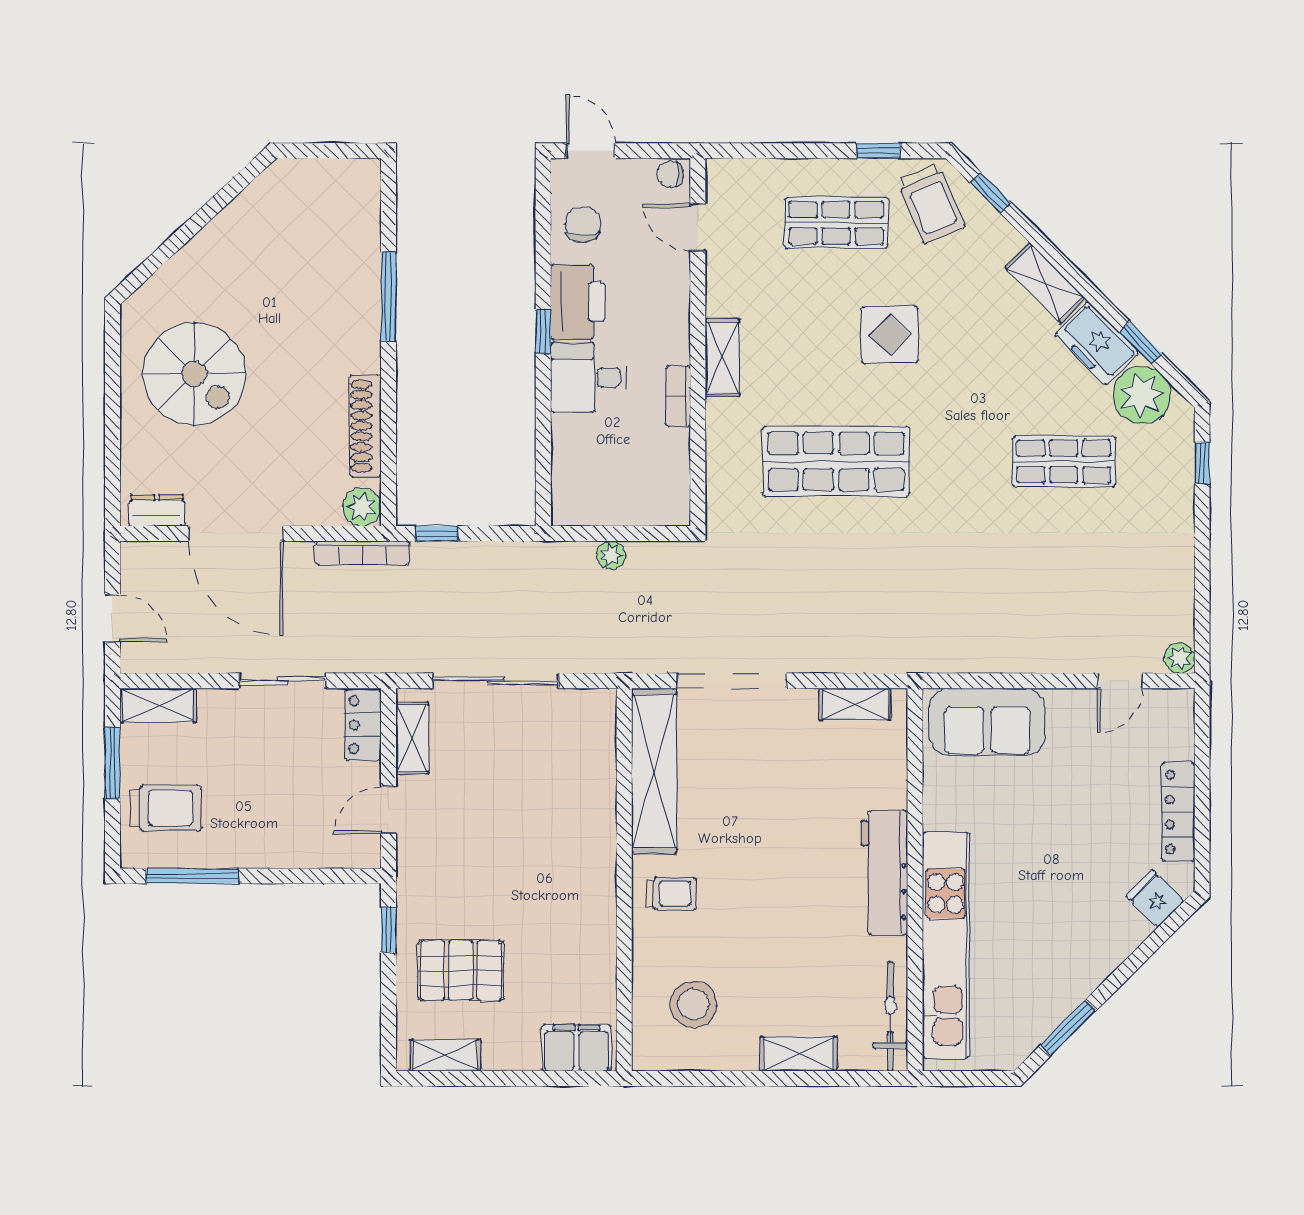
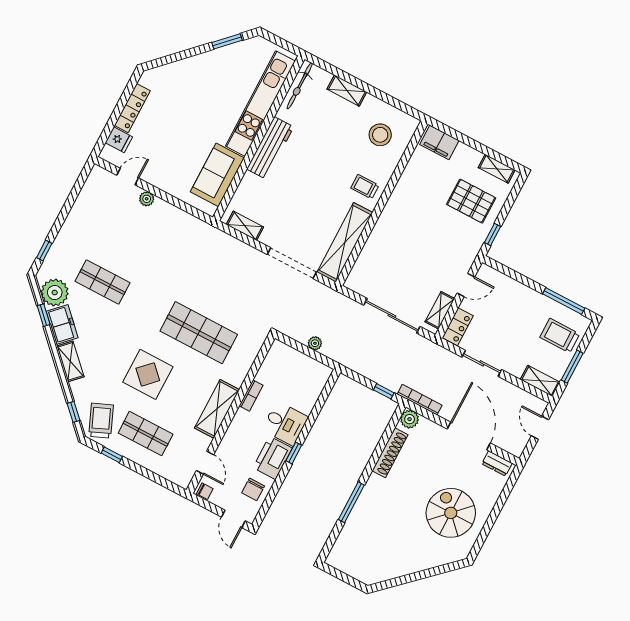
display table: (890, 335) -> (148, 374), width x1.36, depth x1.36
shelving: (722, 358) -> (217, 409), width x1.50, depth x1.33
plant: (1180, 658) -> (147, 199), moved
sofa: (987, 722) -> (217, 175), moved, turned -90
fridge: (1155, 899) -> (119, 140), moved, turned -45

